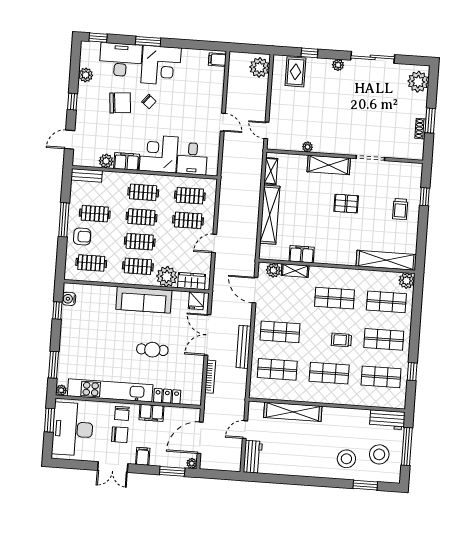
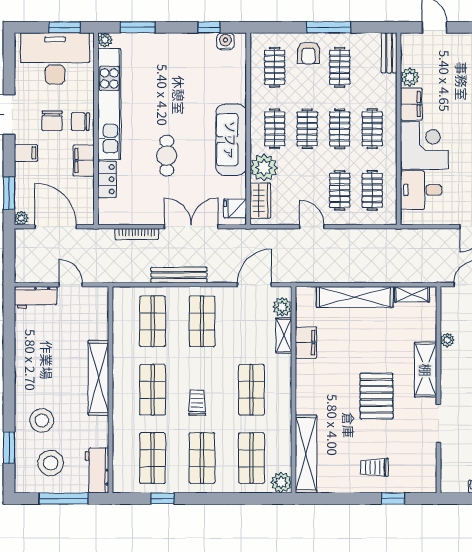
pallet: (346, 204) -> (377, 396), width x1.50, depth x1.42
shelving: (293, 412) -> (98, 378), moved

